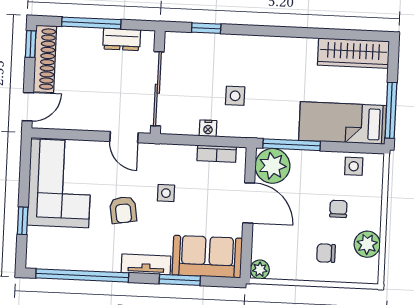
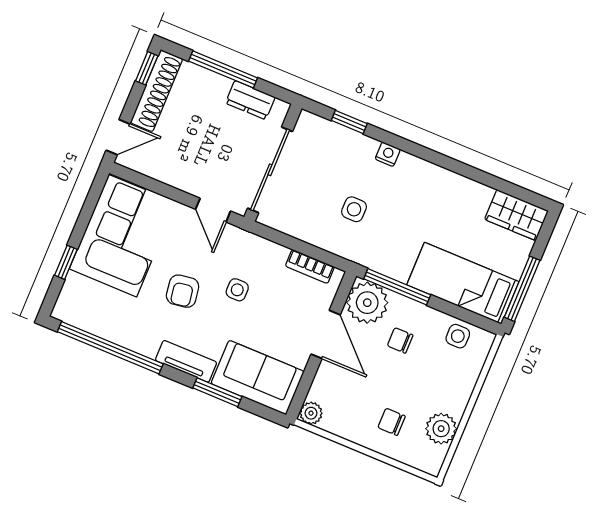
wardrobe: (353, 53) -> (516, 215), width x0.67
nightstand: (208, 128) -> (388, 154), moved, turned 180
chair: (338, 209) -> (400, 340), moved, turned -90

